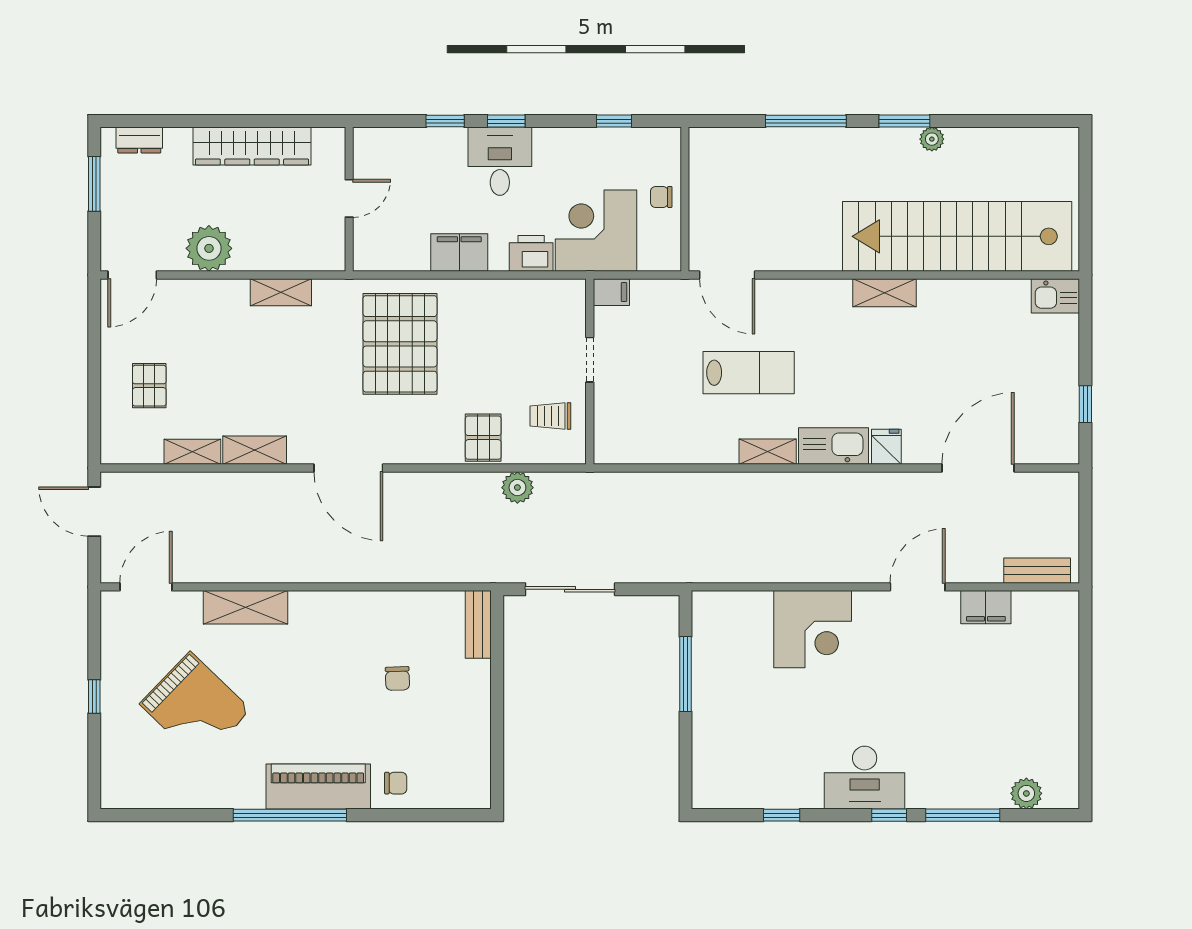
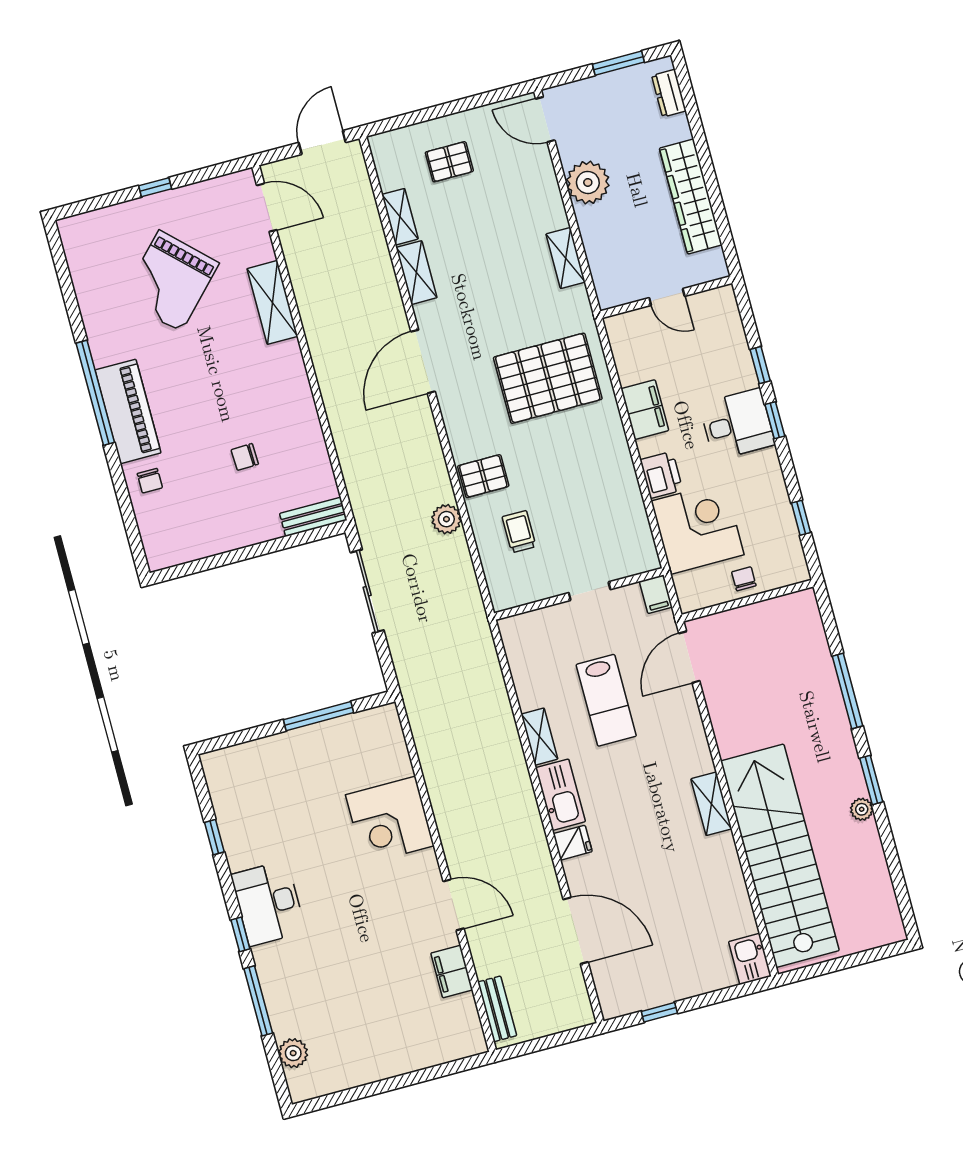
filing cabinet: (611, 292) -> (656, 594), moved
doorway: (590, 360) -> (590, 591), moved
wall: (590, 372) -> (579, 594), moved

